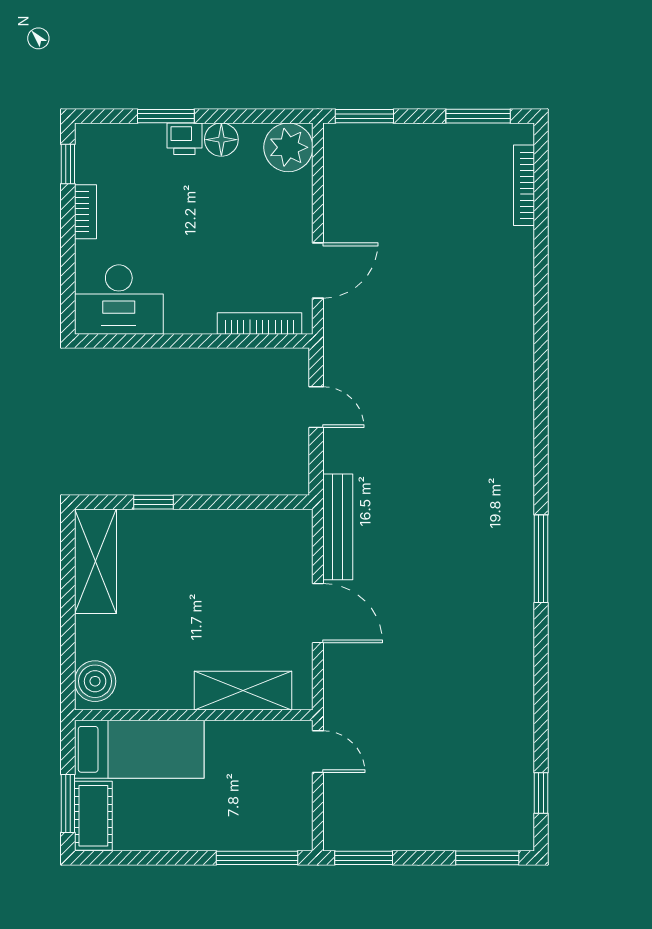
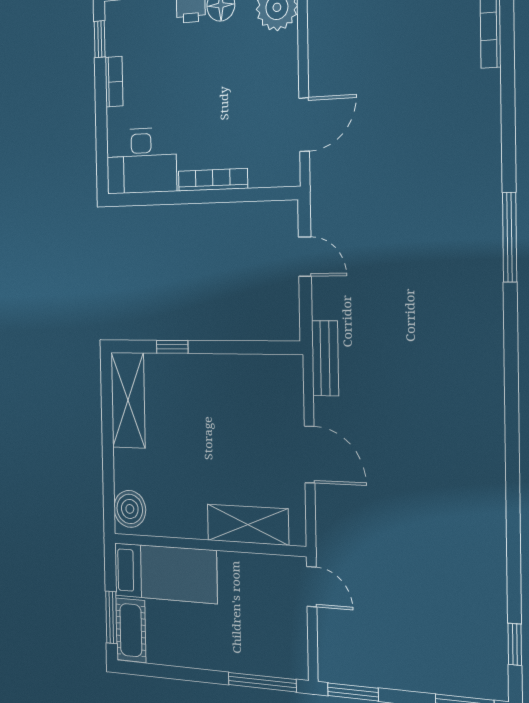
bookcase: (260, 323) -> (213, 180), moved
bench: (338, 527) -> (325, 358), width x0.73
window: (541, 559) -> (510, 237), moved

